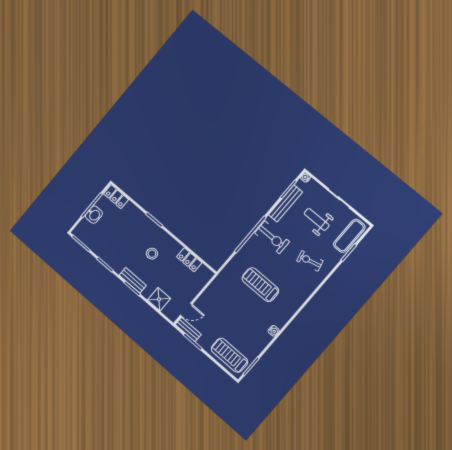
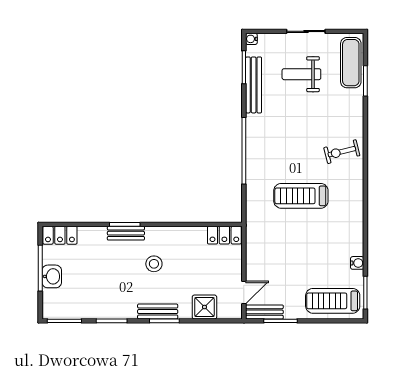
bench: (151, 225) -> (126, 233), added
exercise bike: (272, 237) -> (270, 134), removed
locker: (189, 260) -> (224, 235), moved
exercise bike: (310, 261) -> (342, 152), moved
water cooler: (274, 331) -> (357, 263), moved

